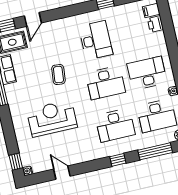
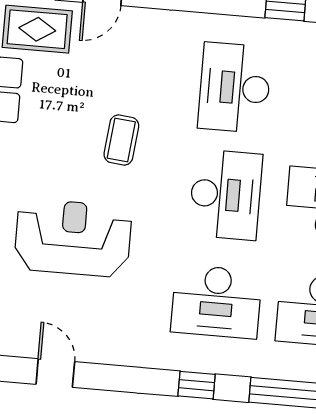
desk: (96, 40) -> (235, 88), turned 180
desk: (105, 83) -> (226, 195), turned -90

